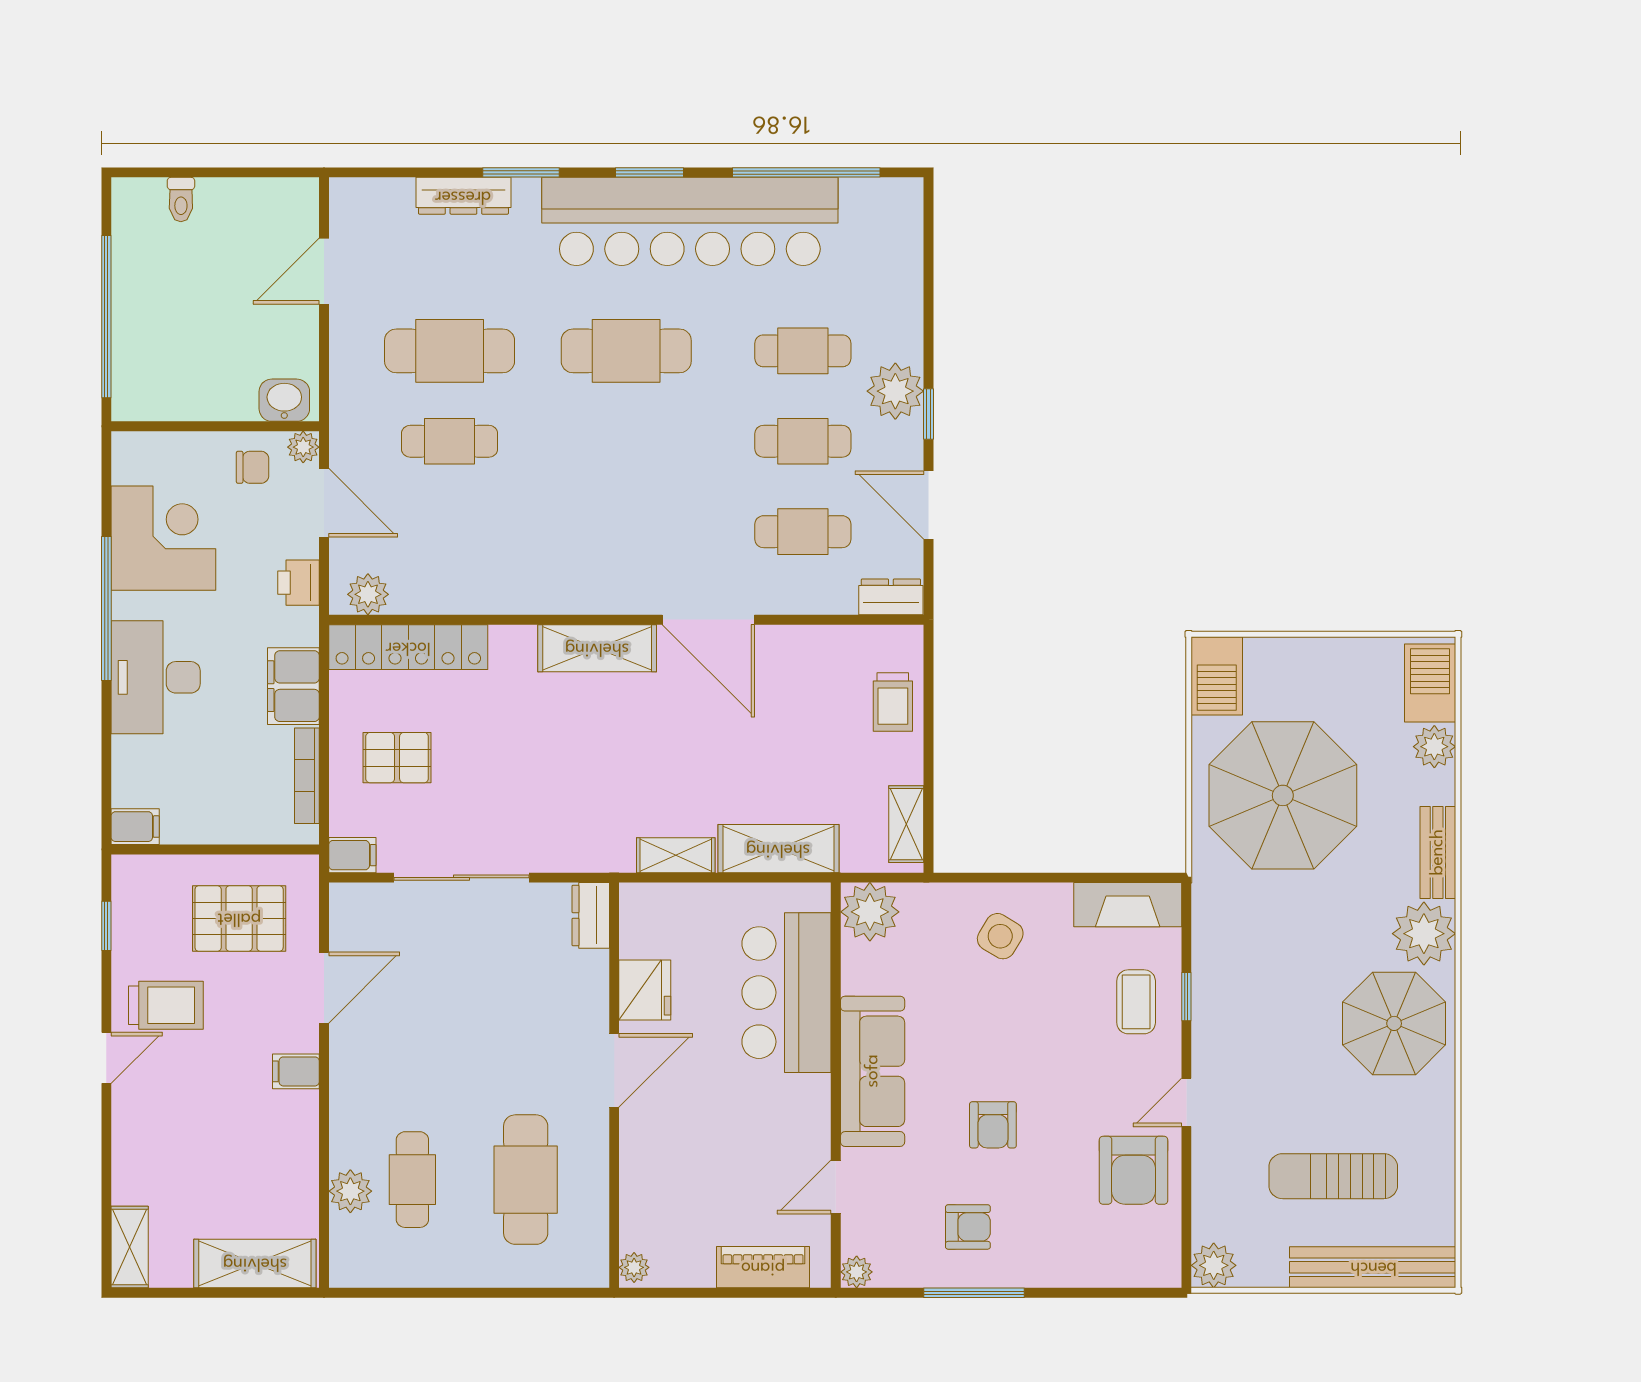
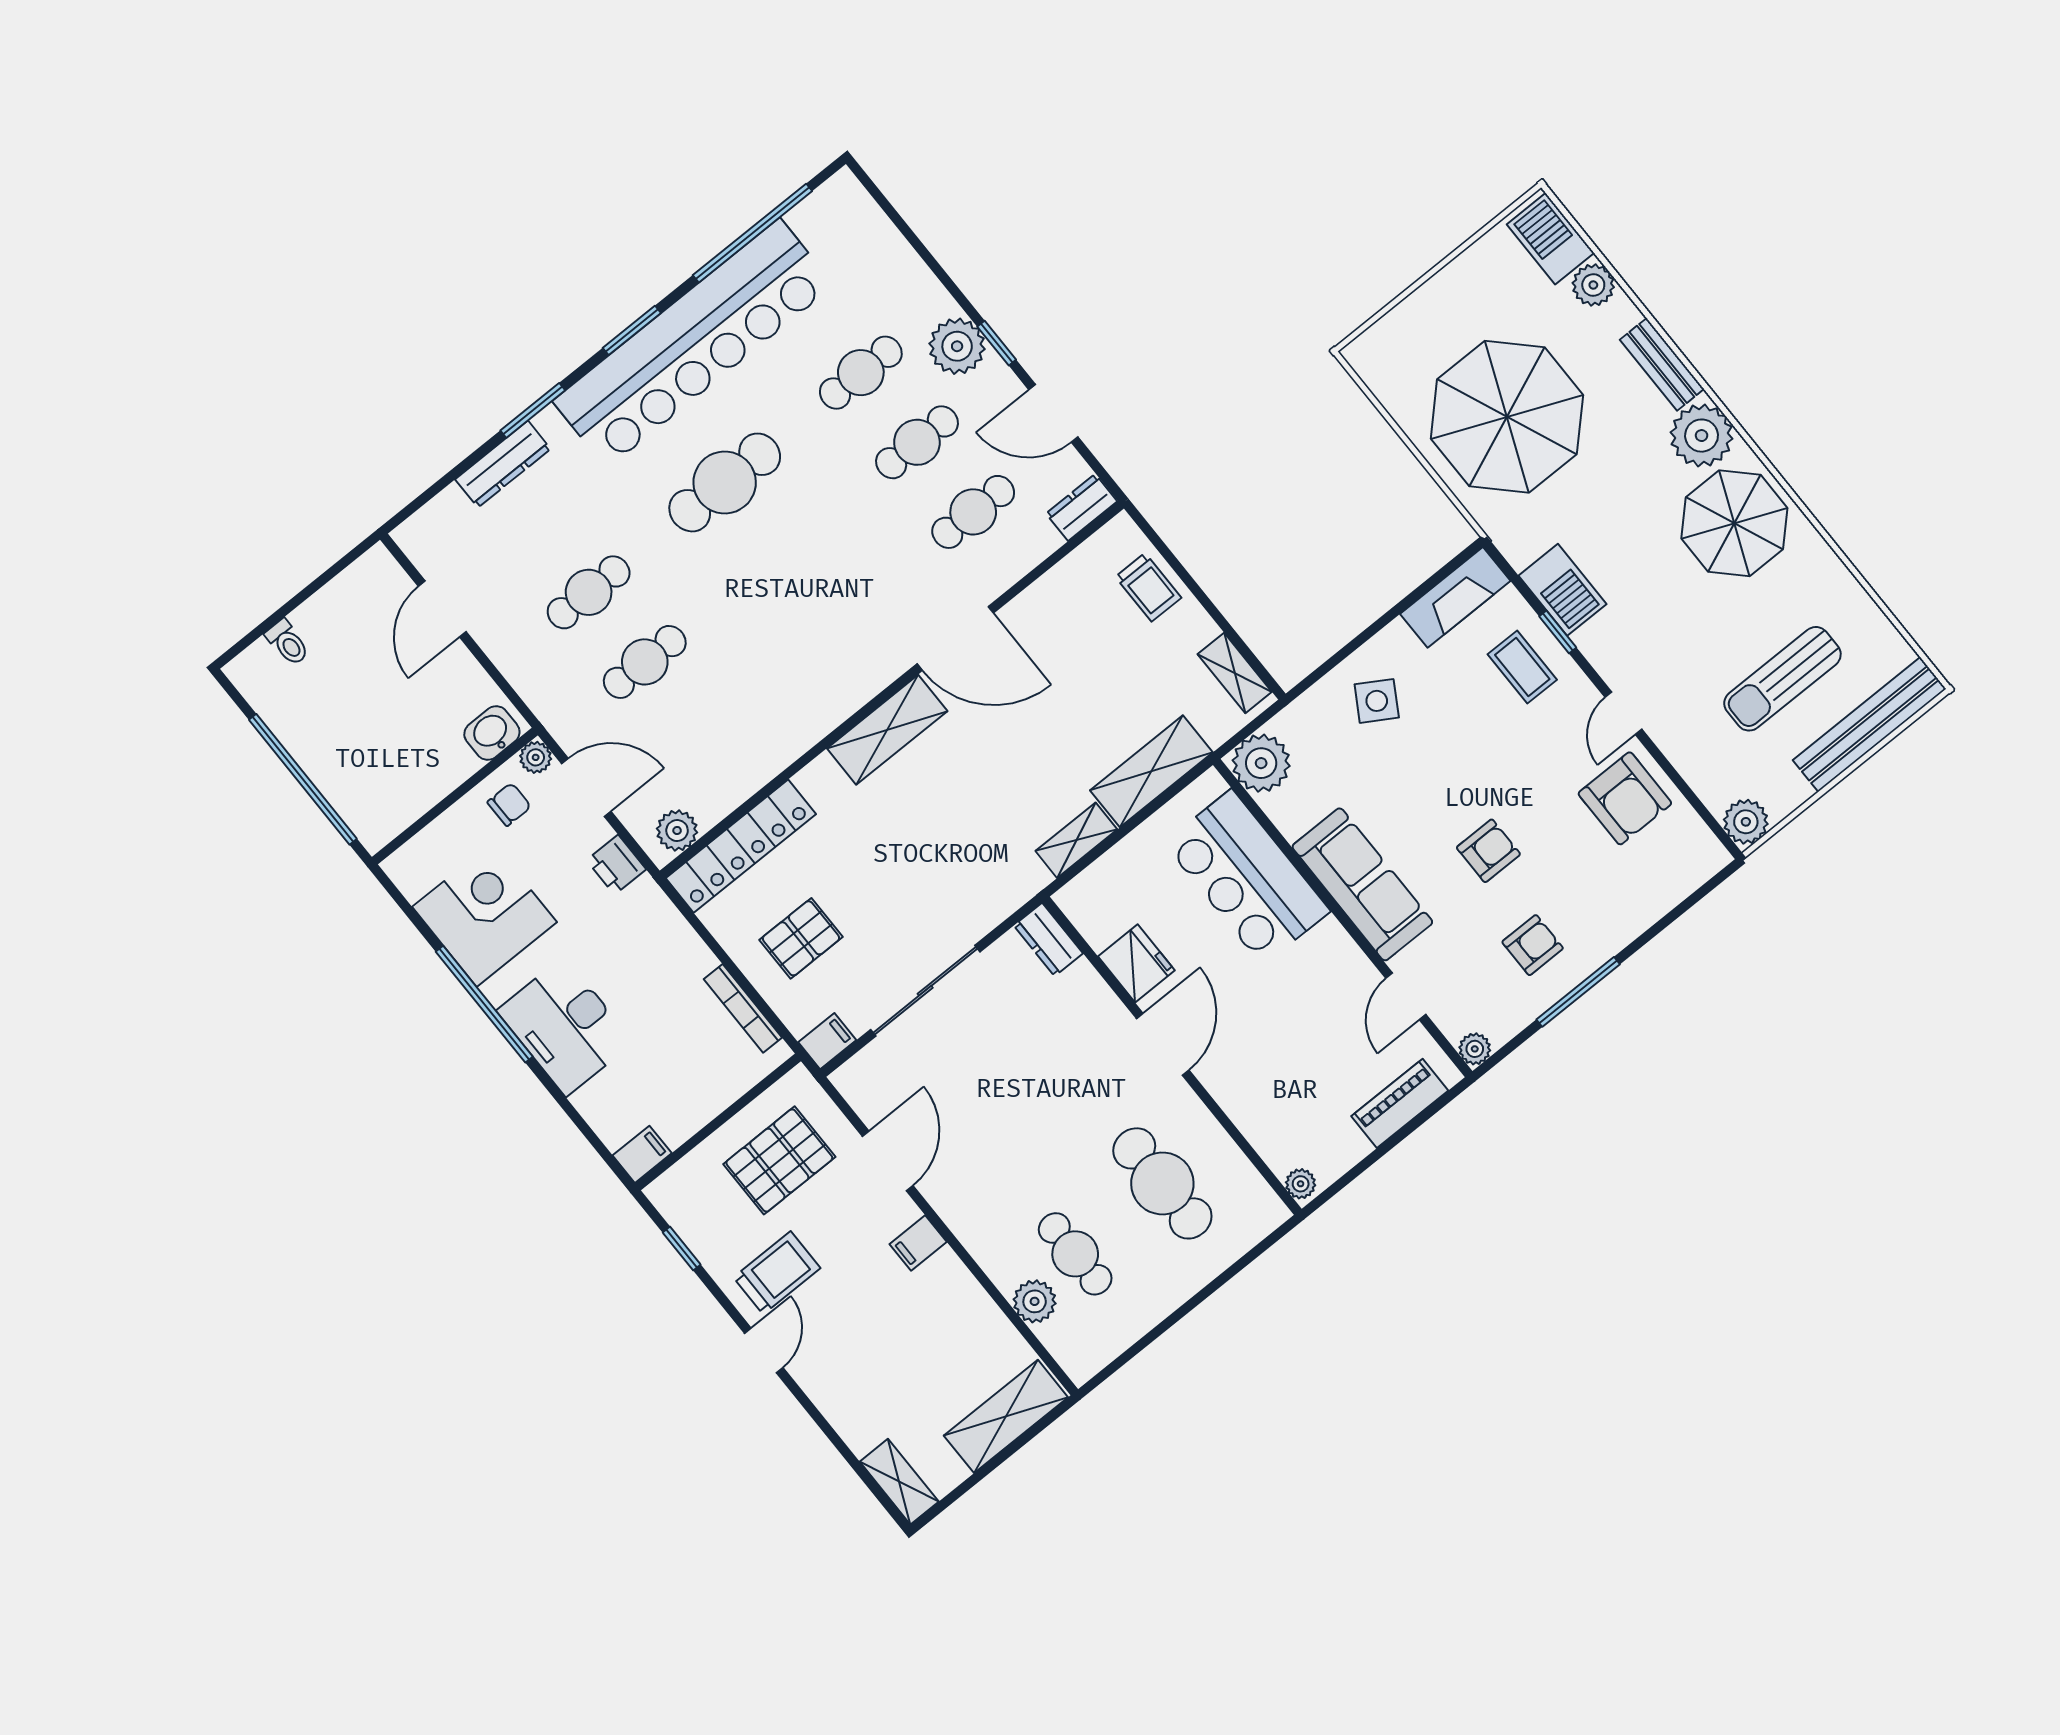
cafe table: (450, 351) -> (589, 592), width x0.73, depth x0.74
barbecue: (1217, 676) -> (1563, 590), moved
filing cabinet: (293, 686) -> (677, 948), removed
armchair: (993, 1125) -> (1488, 851), turned -90

